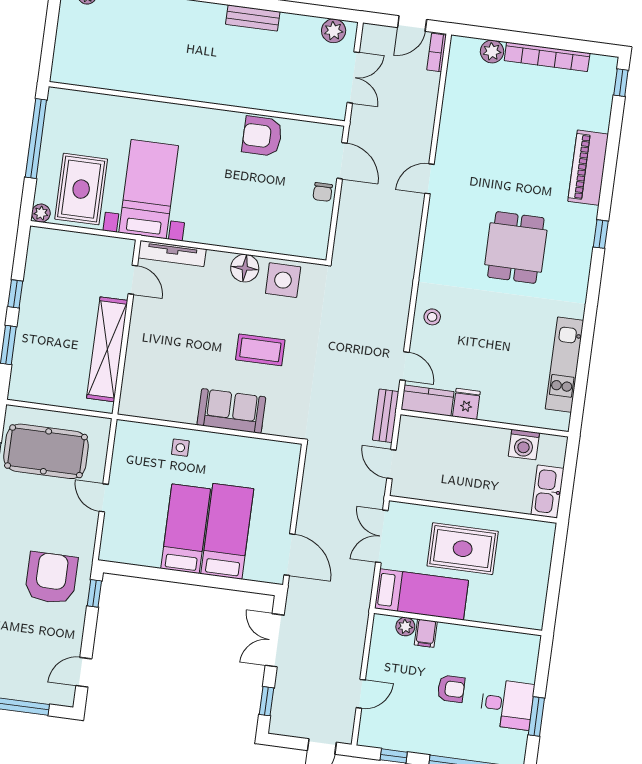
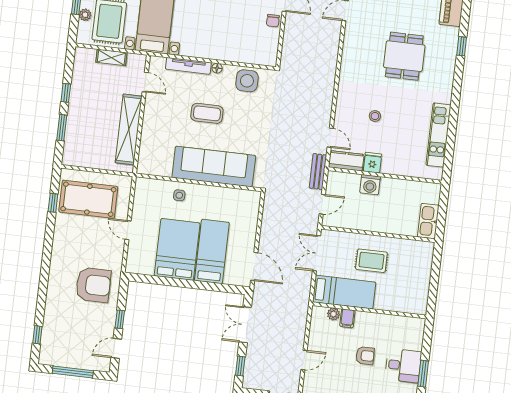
plant: (41, 213) -> (85, 15), moved
shelving: (83, 242) -> (111, 57), added
tv unit: (172, 253) -> (188, 66), moved
floor lamp: (245, 268) -> (217, 68), width x0.53, depth x0.53
stool: (432, 317) -> (375, 116), moved
coffee table: (260, 350) -> (207, 113), moved
sofa: (231, 411) -> (214, 167), width x1.85, depth x1.27
washing machine: (524, 445) -> (370, 185), moved
door: (391, 464) -> (322, 204), swing flipped
bed: (186, 529) -> (177, 249), width x1.50
rug: (463, 549) -> (371, 261), width x0.73, depth x0.70
armchair: (51, 578) -> (93, 285), turned 90
window: (94, 593) -> (120, 319), moved

